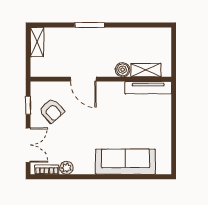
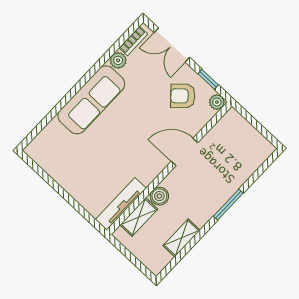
shelving: (37, 42) -> (182, 238), moved, turned 90
plant: (37, 88) -> (217, 102), added
sofa: (125, 162) -> (91, 100), moved

